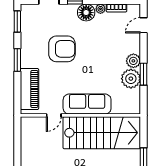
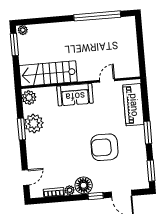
plant: (133, 61) -> (29, 97), moved
sofa: (87, 104) -> (75, 95), width x0.73
stairs: (102, 133) -> (48, 74), width x0.73, depth x0.66

